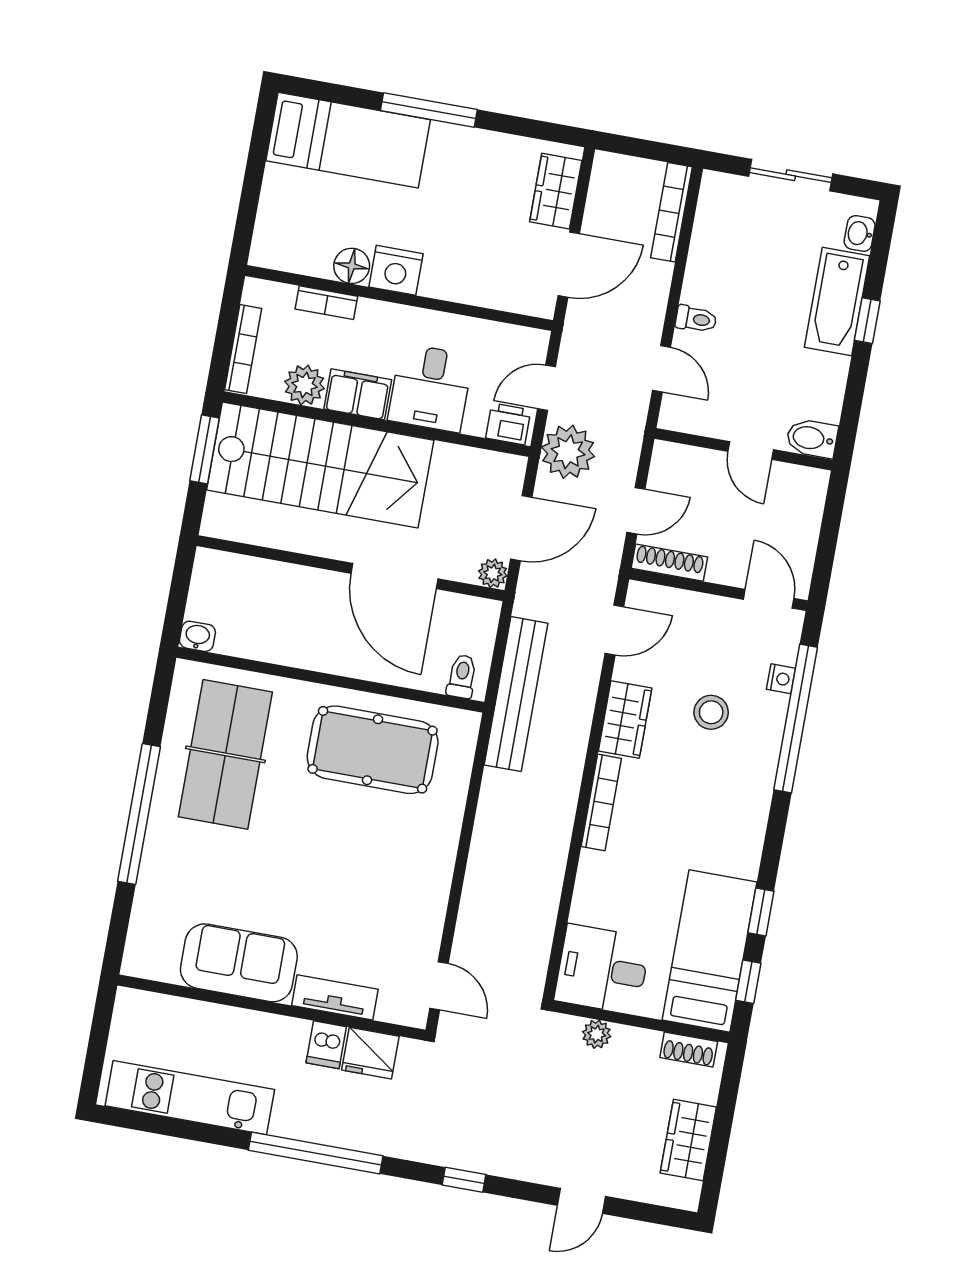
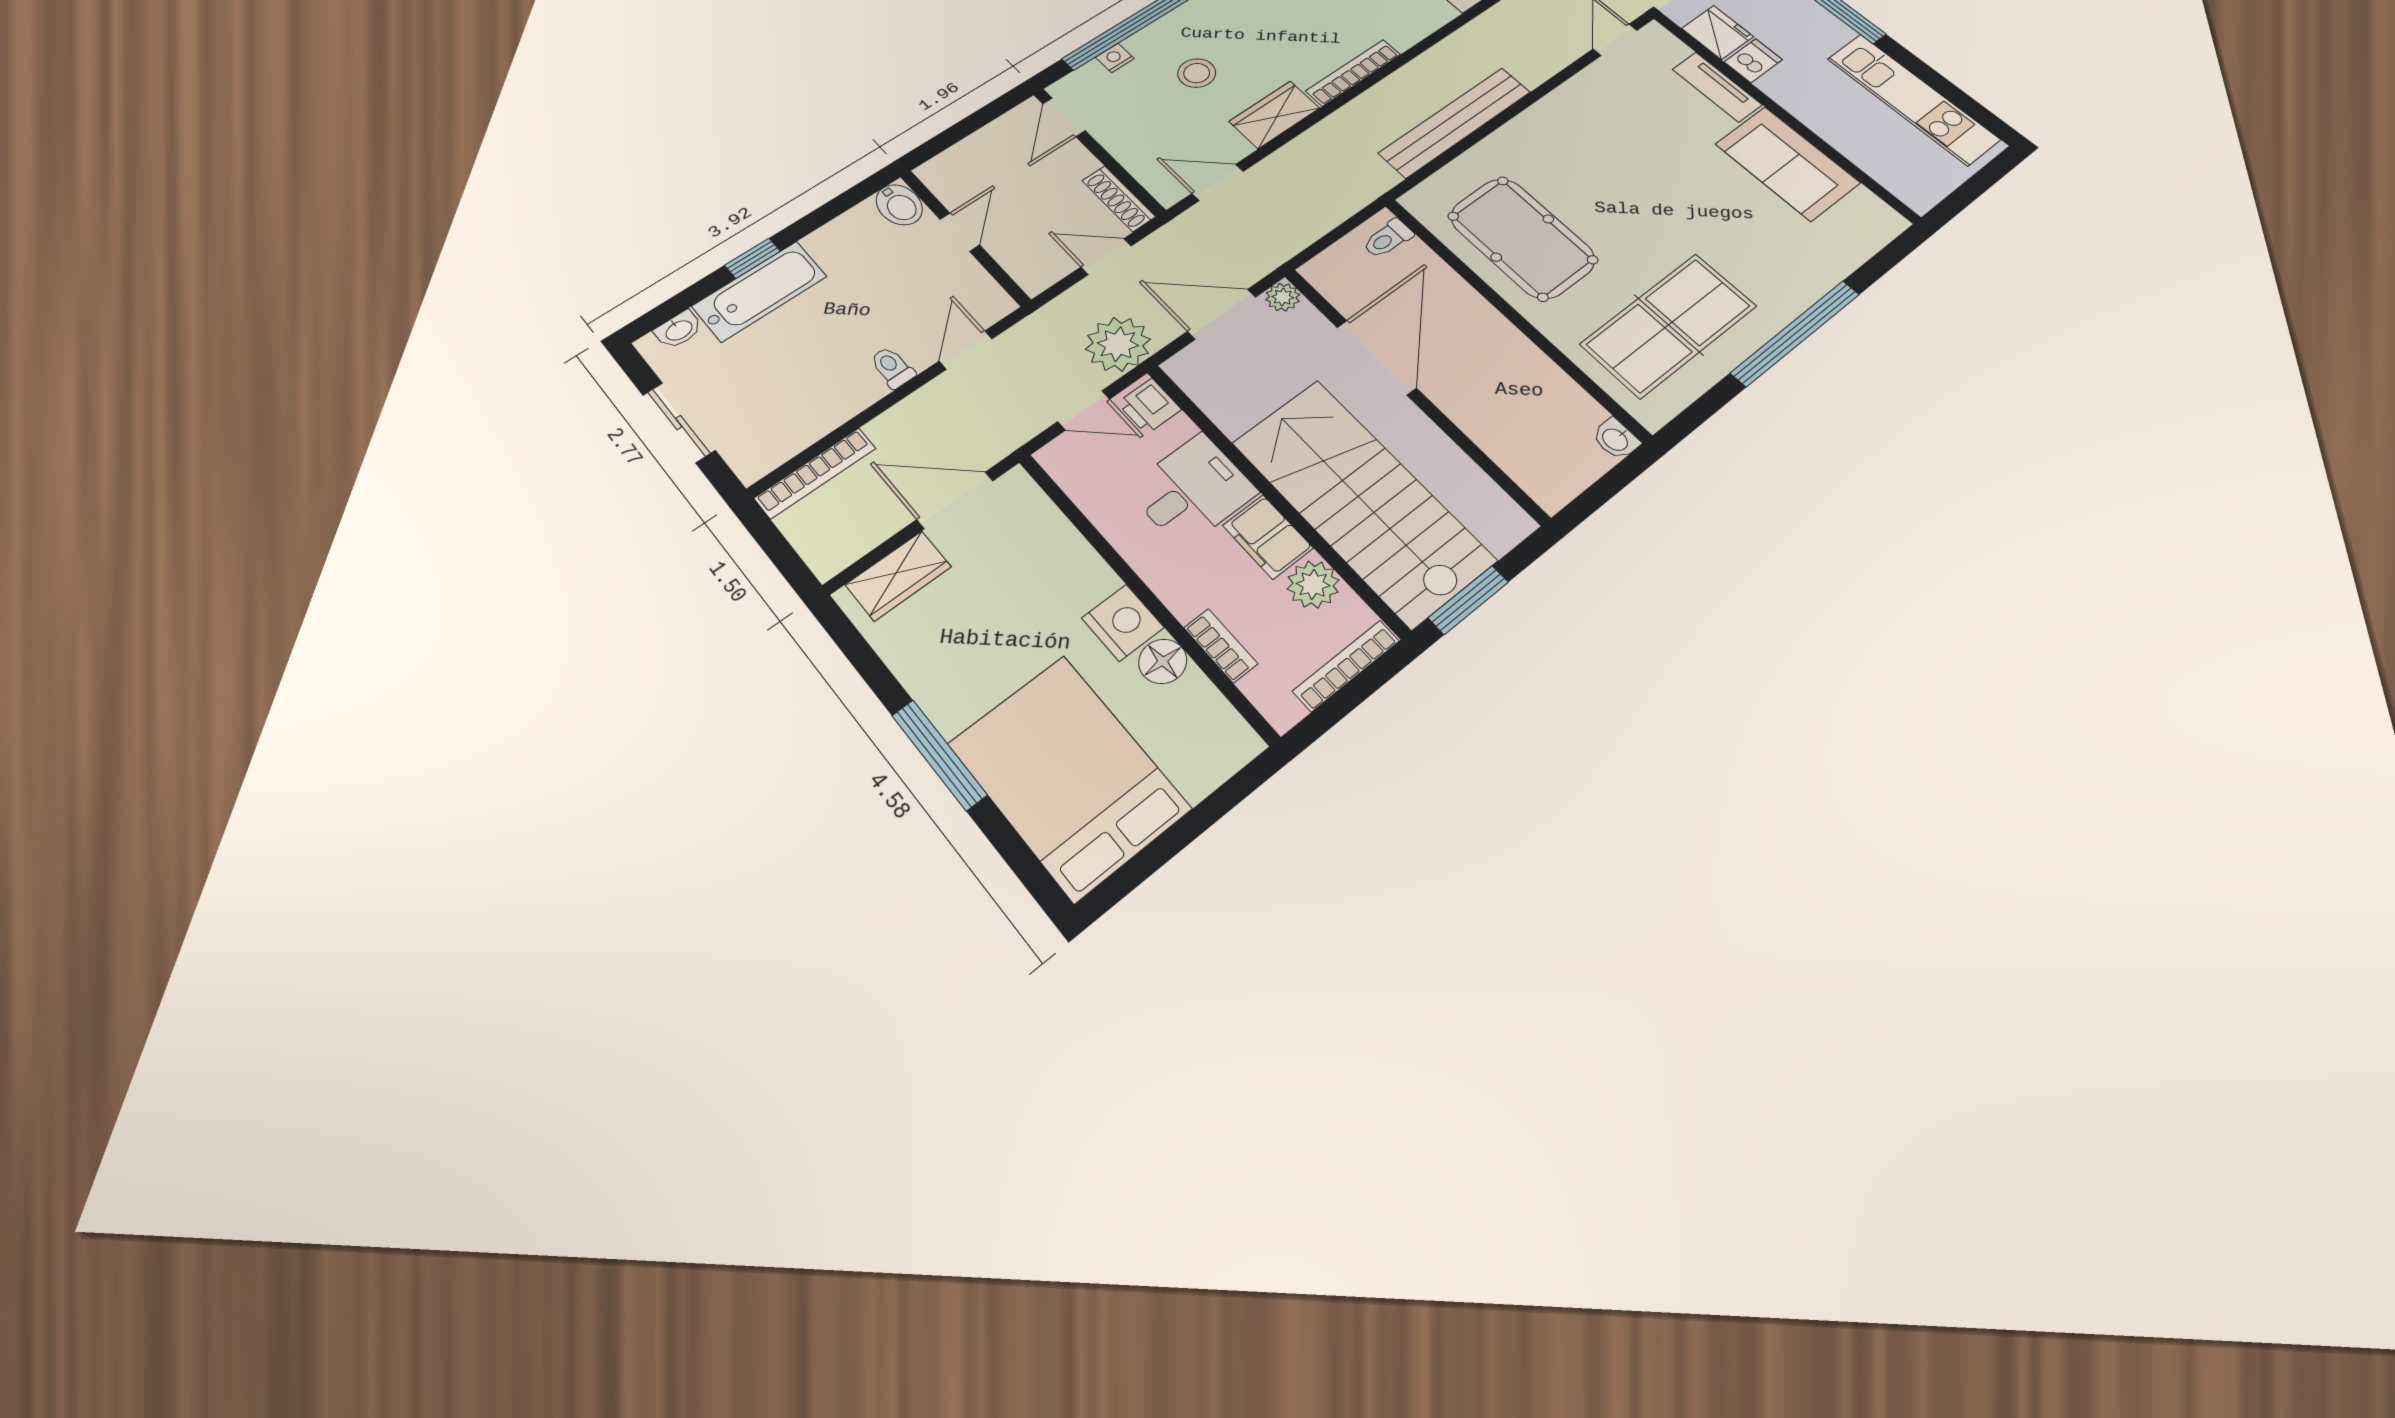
bed: (348, 140) -> (1069, 776), width x1.50
bench: (516, 694) -> (1455, 122), moved

